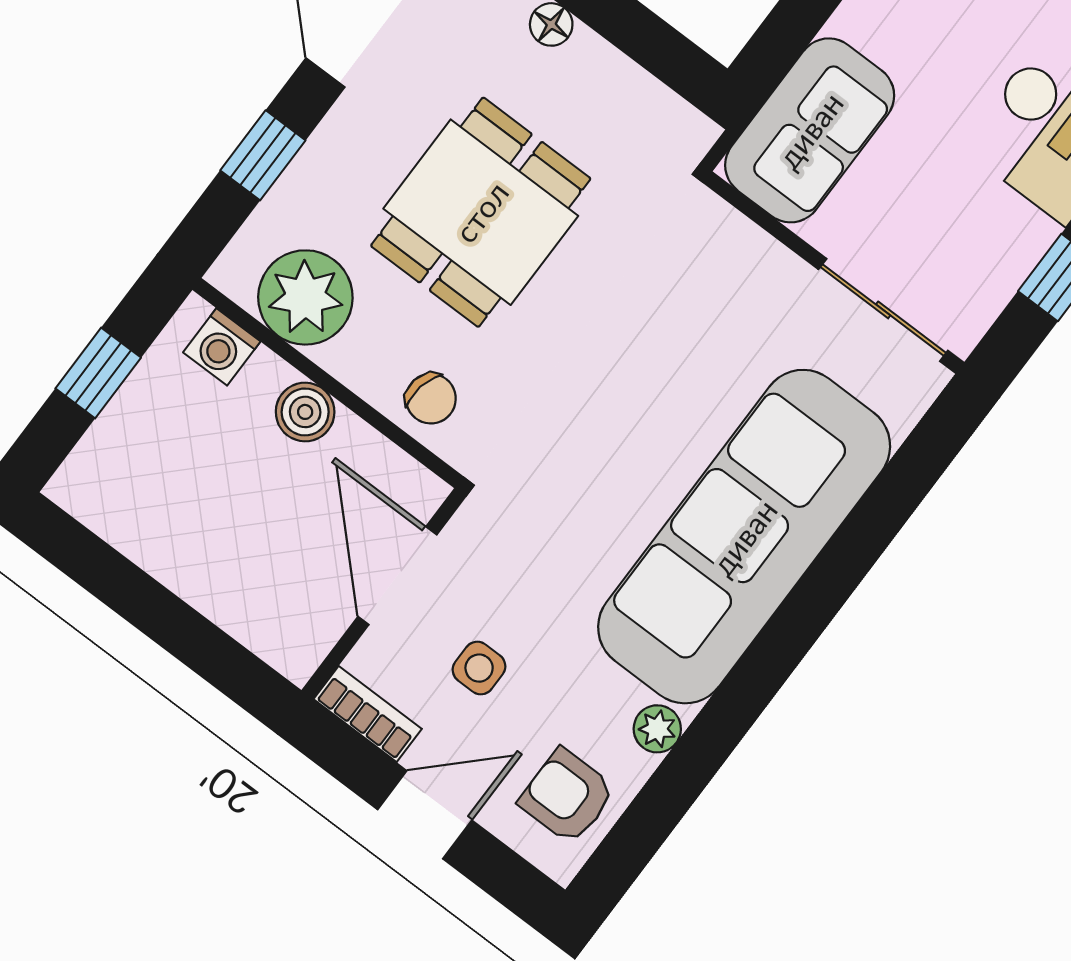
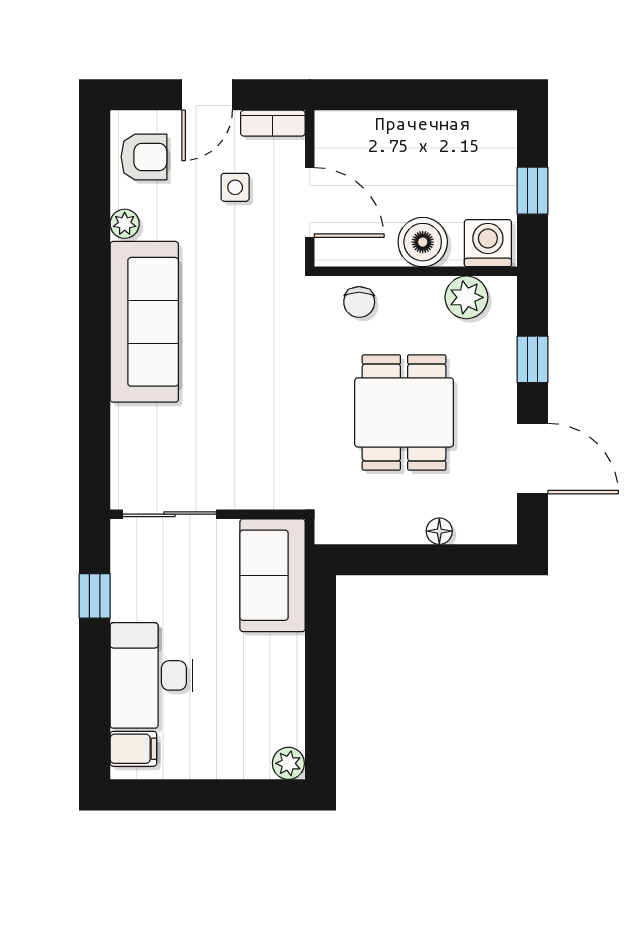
plant: (305, 297) -> (466, 297), width x0.73, depth x0.73
washing machine: (222, 347) -> (488, 243), width x1.38, depth x1.38
chair: (431, 399) -> (359, 302), turned -101
boiler: (305, 412) -> (423, 242), width x1.36, depth x1.36
sofa: (744, 537) -> (144, 322), width x0.74, depth x0.79

